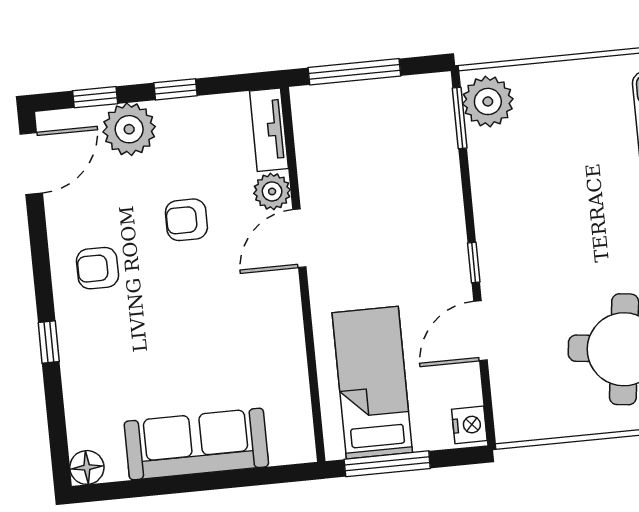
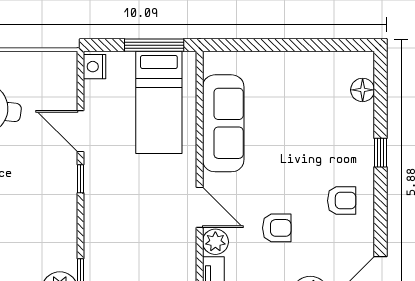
door: (299, 238) -> (200, 207), hinge flipped
door: (480, 331) -> (80, 131), swing flipped
sofa: (196, 444) -> (223, 123), moved, turned -90
floor lamp: (87, 467) -> (363, 90), moved

